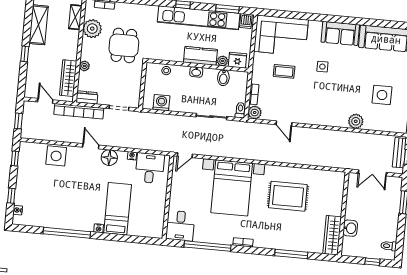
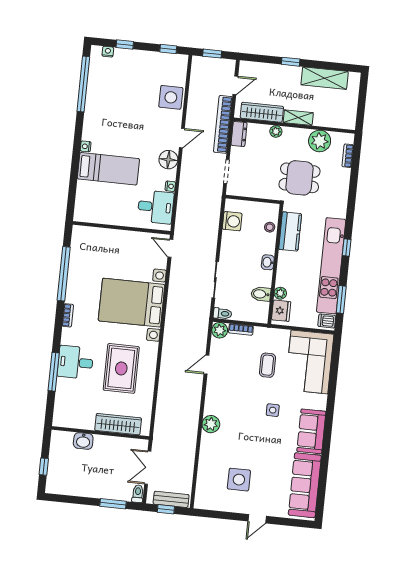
shelving: (75, 17) -> (298, 118), moved
kitchen counter: (200, 56) -> (290, 231), moved
plant: (356, 121) -> (211, 424), moved
desk: (180, 226) -> (75, 362), moved
window: (67, 233) -> (83, 84), moved
wardrobe: (332, 235) -> (118, 424), moved
toilet: (389, 246) -> (138, 494), moved

